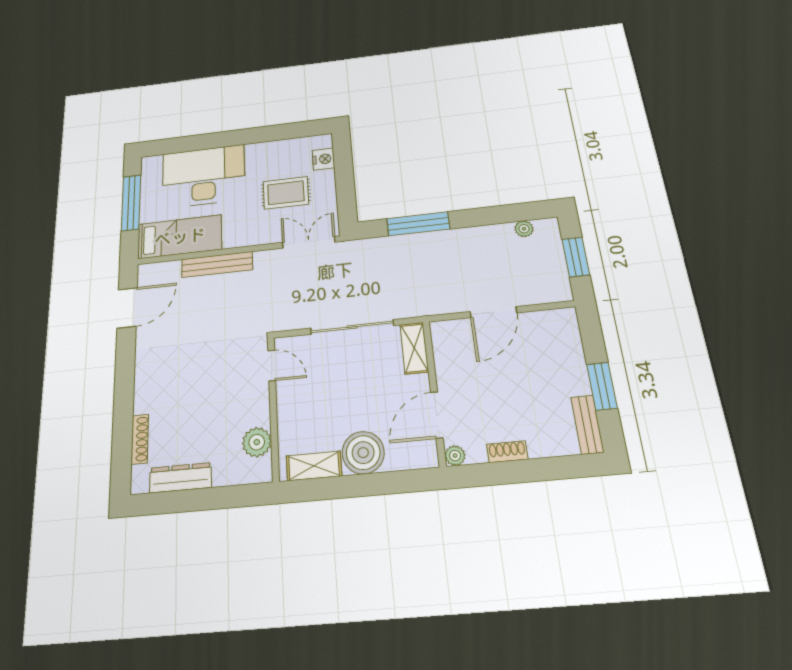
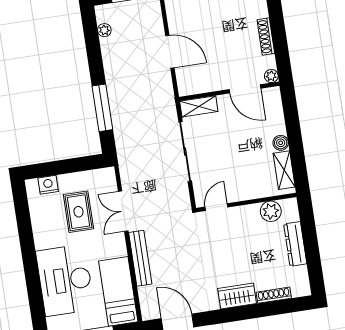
double door: (309, 242) -> (123, 211), moved
wardrobe: (148, 387) -> (237, 296), added
shoe rack: (507, 452) -> (266, 36), width x1.43
boiler: (363, 453) -> (281, 143), width x0.54, depth x0.54
dresser: (180, 478) -> (295, 244), moved

